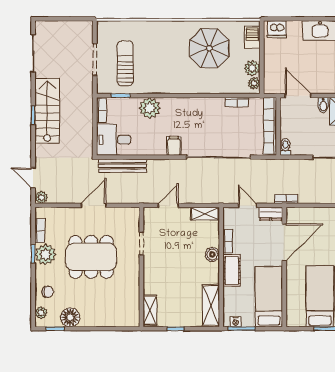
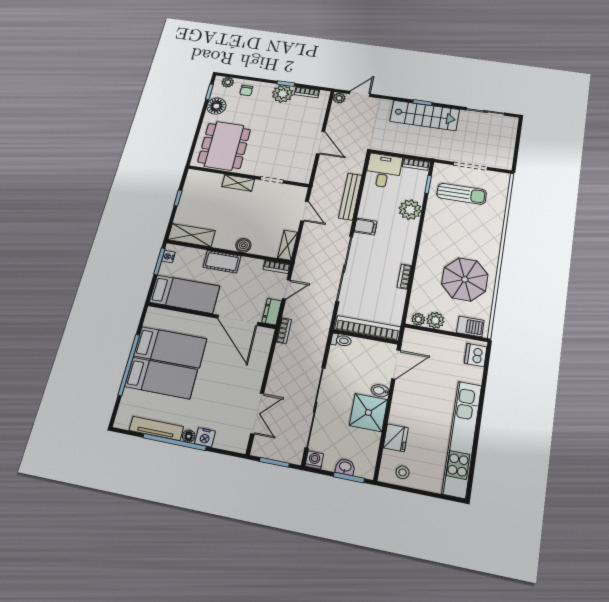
bookcase: (237, 102) -> (404, 277), moved
bench: (123, 166) -> (350, 197), moved
bookcase: (228, 241) -> (277, 267), moved
dining table: (91, 257) -> (224, 146), moved
shelving: (150, 310) -> (238, 183), moved

